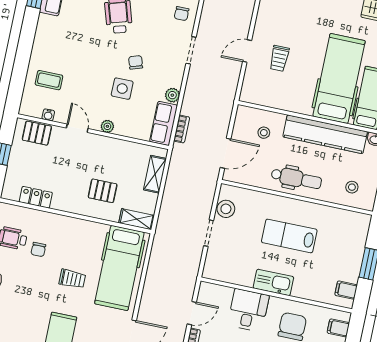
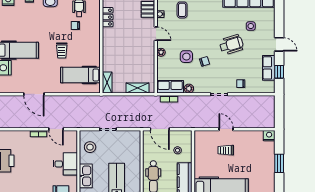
door: (77, 128) -> (156, 34), hinge flipped
pallet: (103, 191) -> (120, 58), removed
stool: (226, 209) -> (90, 147), moved
hospital bed: (119, 268) -> (80, 75), width x0.73, depth x0.78

